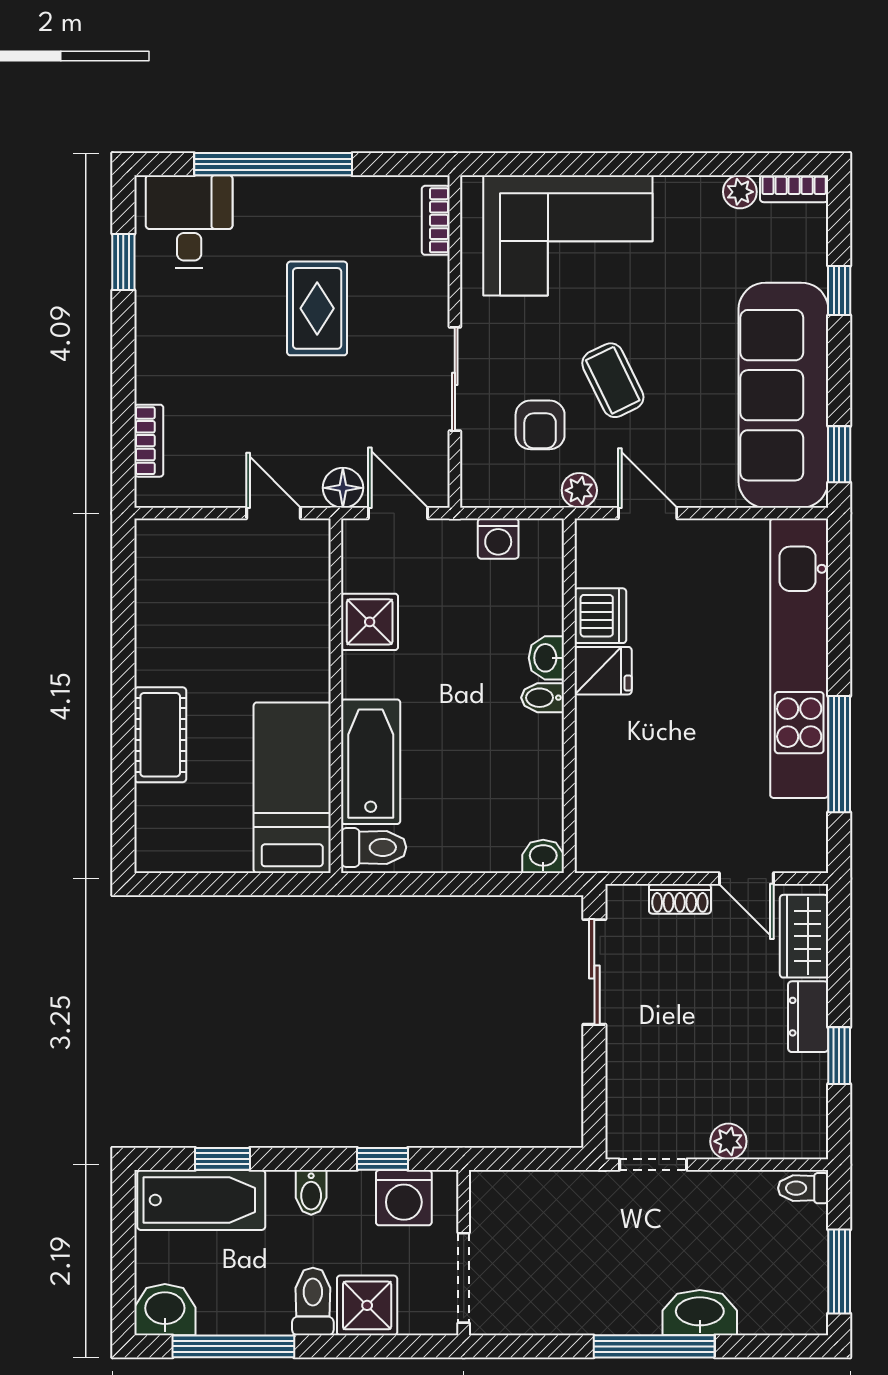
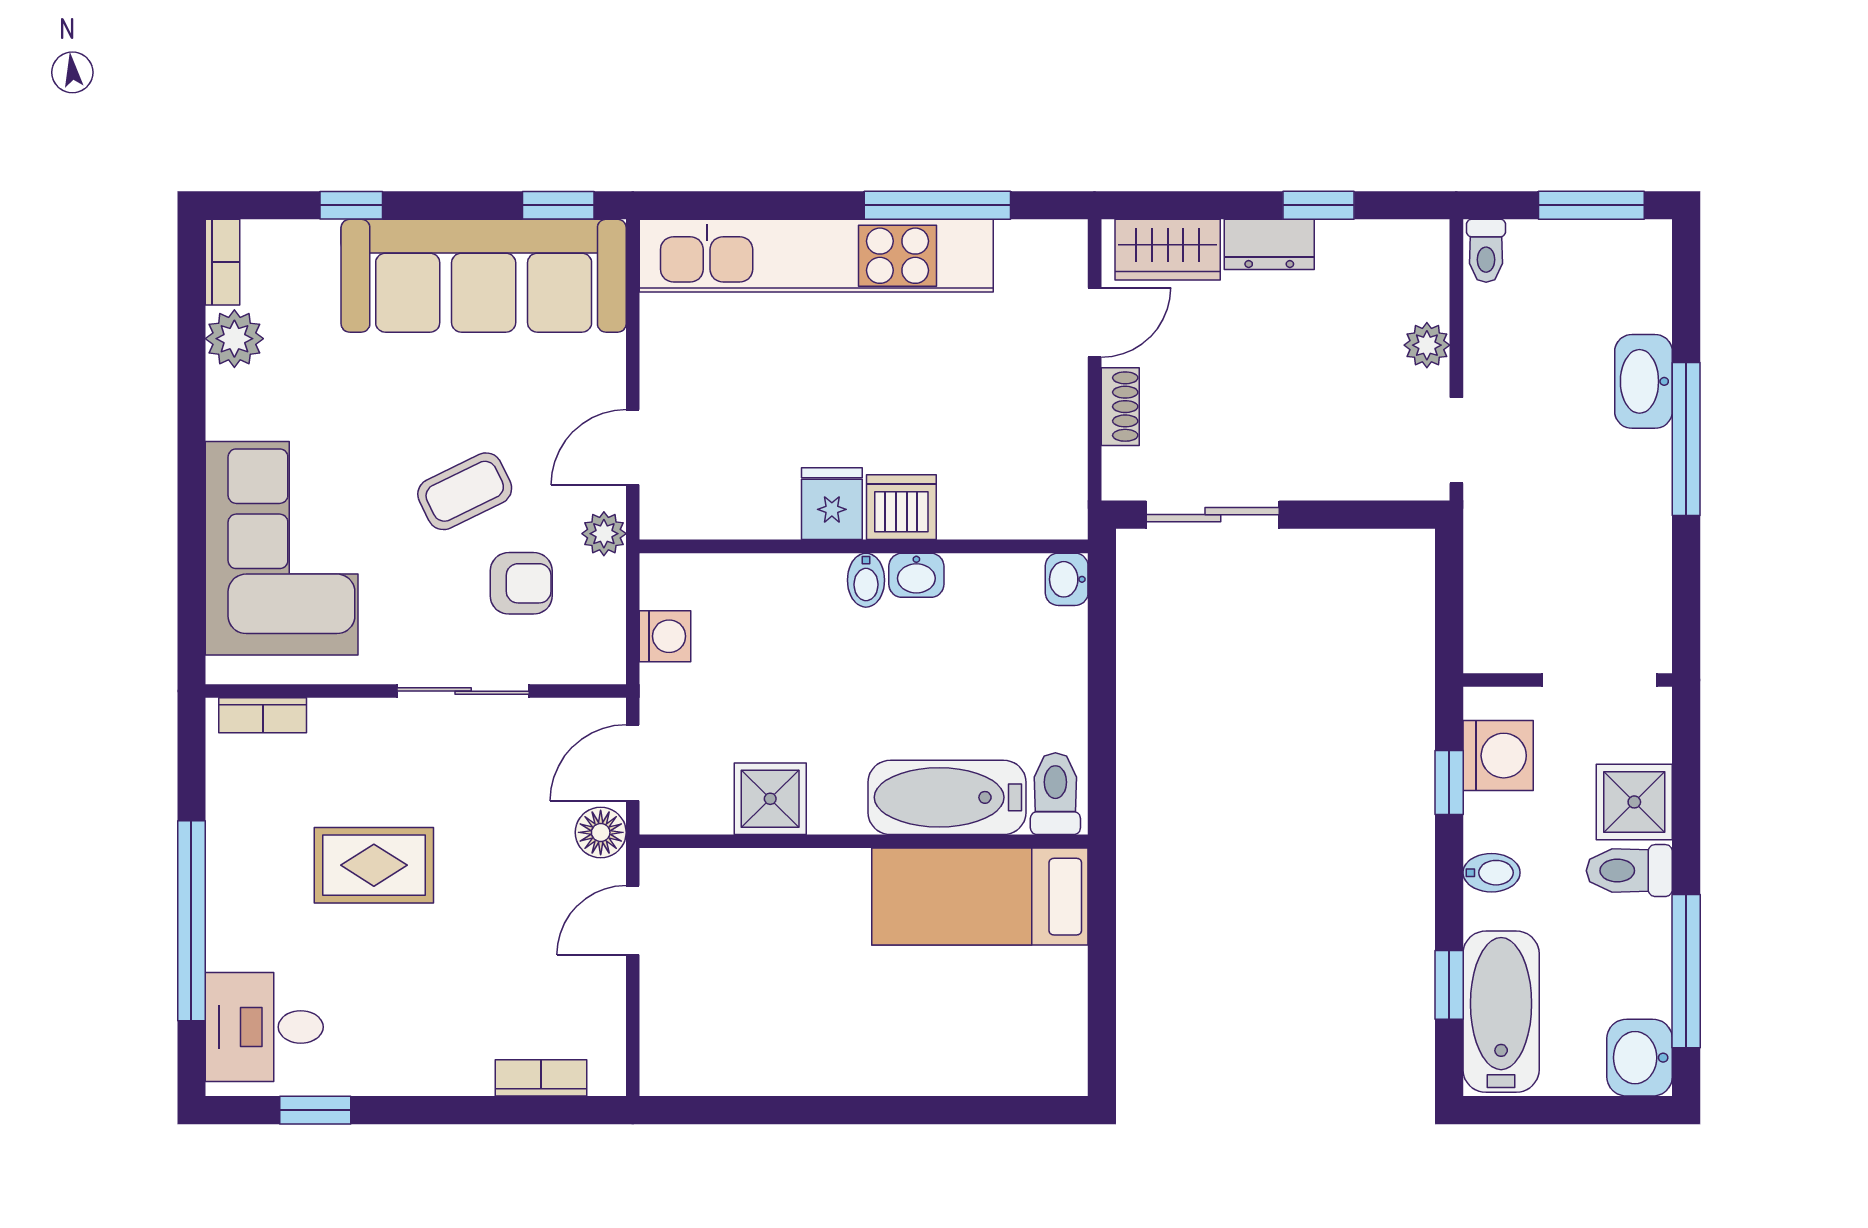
plant: (740, 192) -> (234, 339), width x1.38, depth x1.38
dishwasher: (600, 616) -> (901, 507), moved
washbasin: (546, 658) -> (916, 575), moved
cot: (160, 735) -> (913, 1063), removed

